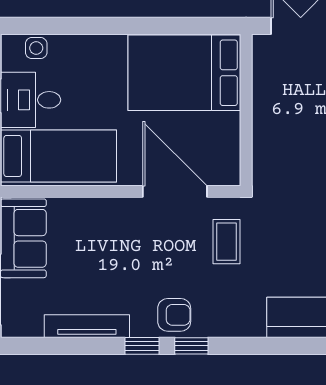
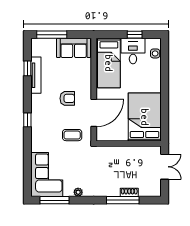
armchair: (174, 315) -> (67, 98), moved, turned -90
window: (142, 346) -> (27, 68), moved

